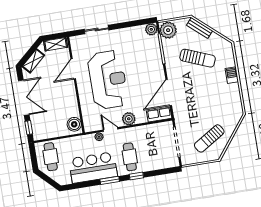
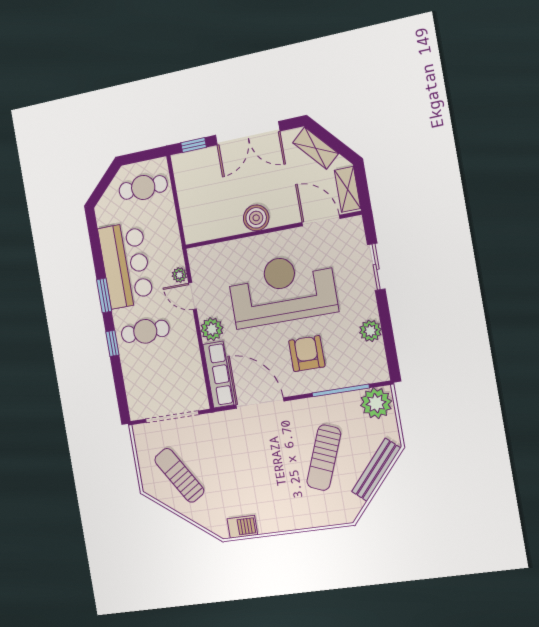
bench: (199, 28) -> (376, 470), width x1.36
plant: (151, 29) -> (370, 331), moved
armchair: (142, 67) -> (307, 354), added
door: (73, 69) -> (321, 221), moved
barbecue: (232, 75) -> (242, 527), moved
reception desk: (108, 80) -> (282, 290), turned 180
row of seats: (159, 115) -> (218, 375), width x1.48
boiler: (74, 124) -> (256, 218), moved
door: (111, 129) -> (192, 296), swing flipped

